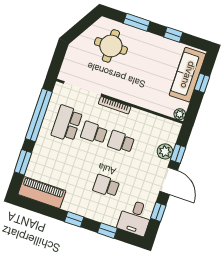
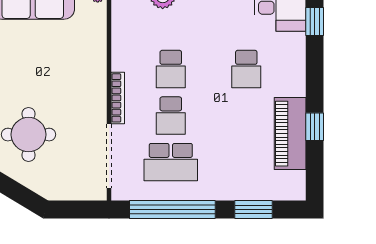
piano: (42, 193) -> (290, 134), moved
window: (74, 219) -> (315, 127), moved
window: (107, 231) -> (315, 21), moved

